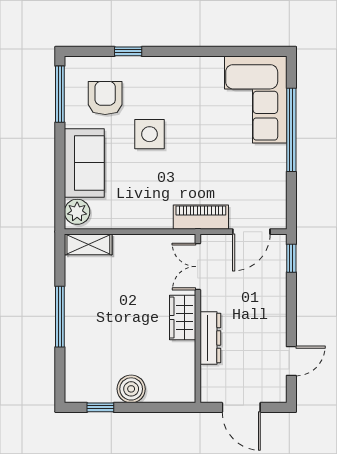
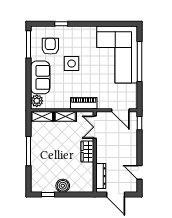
corner sofa: (256, 100) -> (117, 55), width x1.36, depth x1.36
piano: (201, 217) -> (84, 103), moved
door: (251, 232) -> (120, 110), hinge flipped
shelving: (137, 244) -> (65, 116), added
dresser: (210, 338) -> (101, 176), moved
door: (291, 361) -> (140, 172), swing flipped

